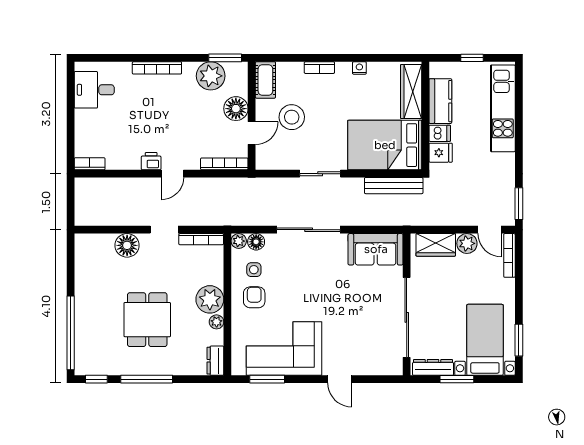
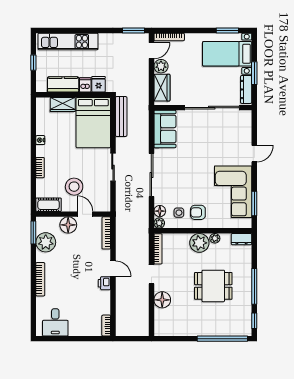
wardrobe: (411, 92) -> (63, 105), width x0.67

